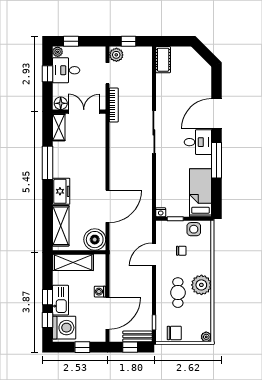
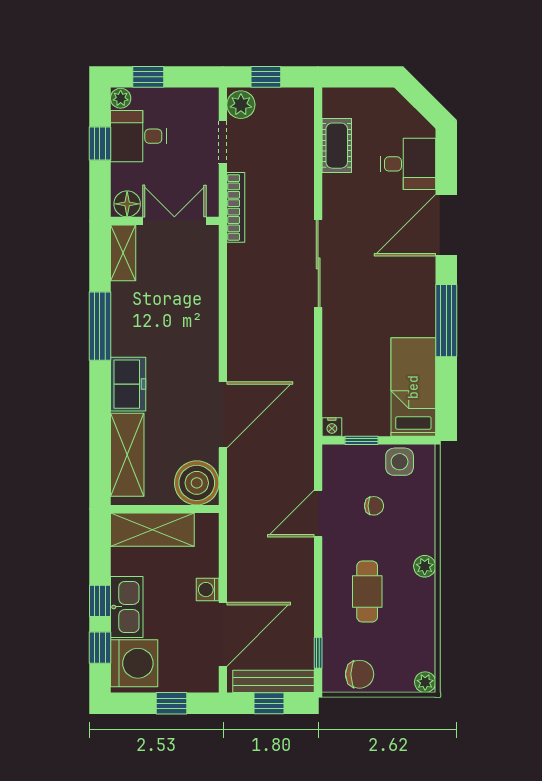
cot: (163, 60) -> (337, 146), moved
desk: (198, 142) -> (408, 164), moved
plant: (201, 285) -> (425, 566), width x0.53, depth x0.53
bench: (137, 336) -> (273, 681), width x1.36

